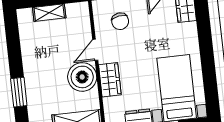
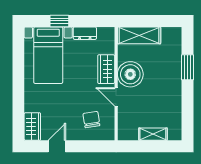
door: (95, 50) -> (116, 97), swing flipped

